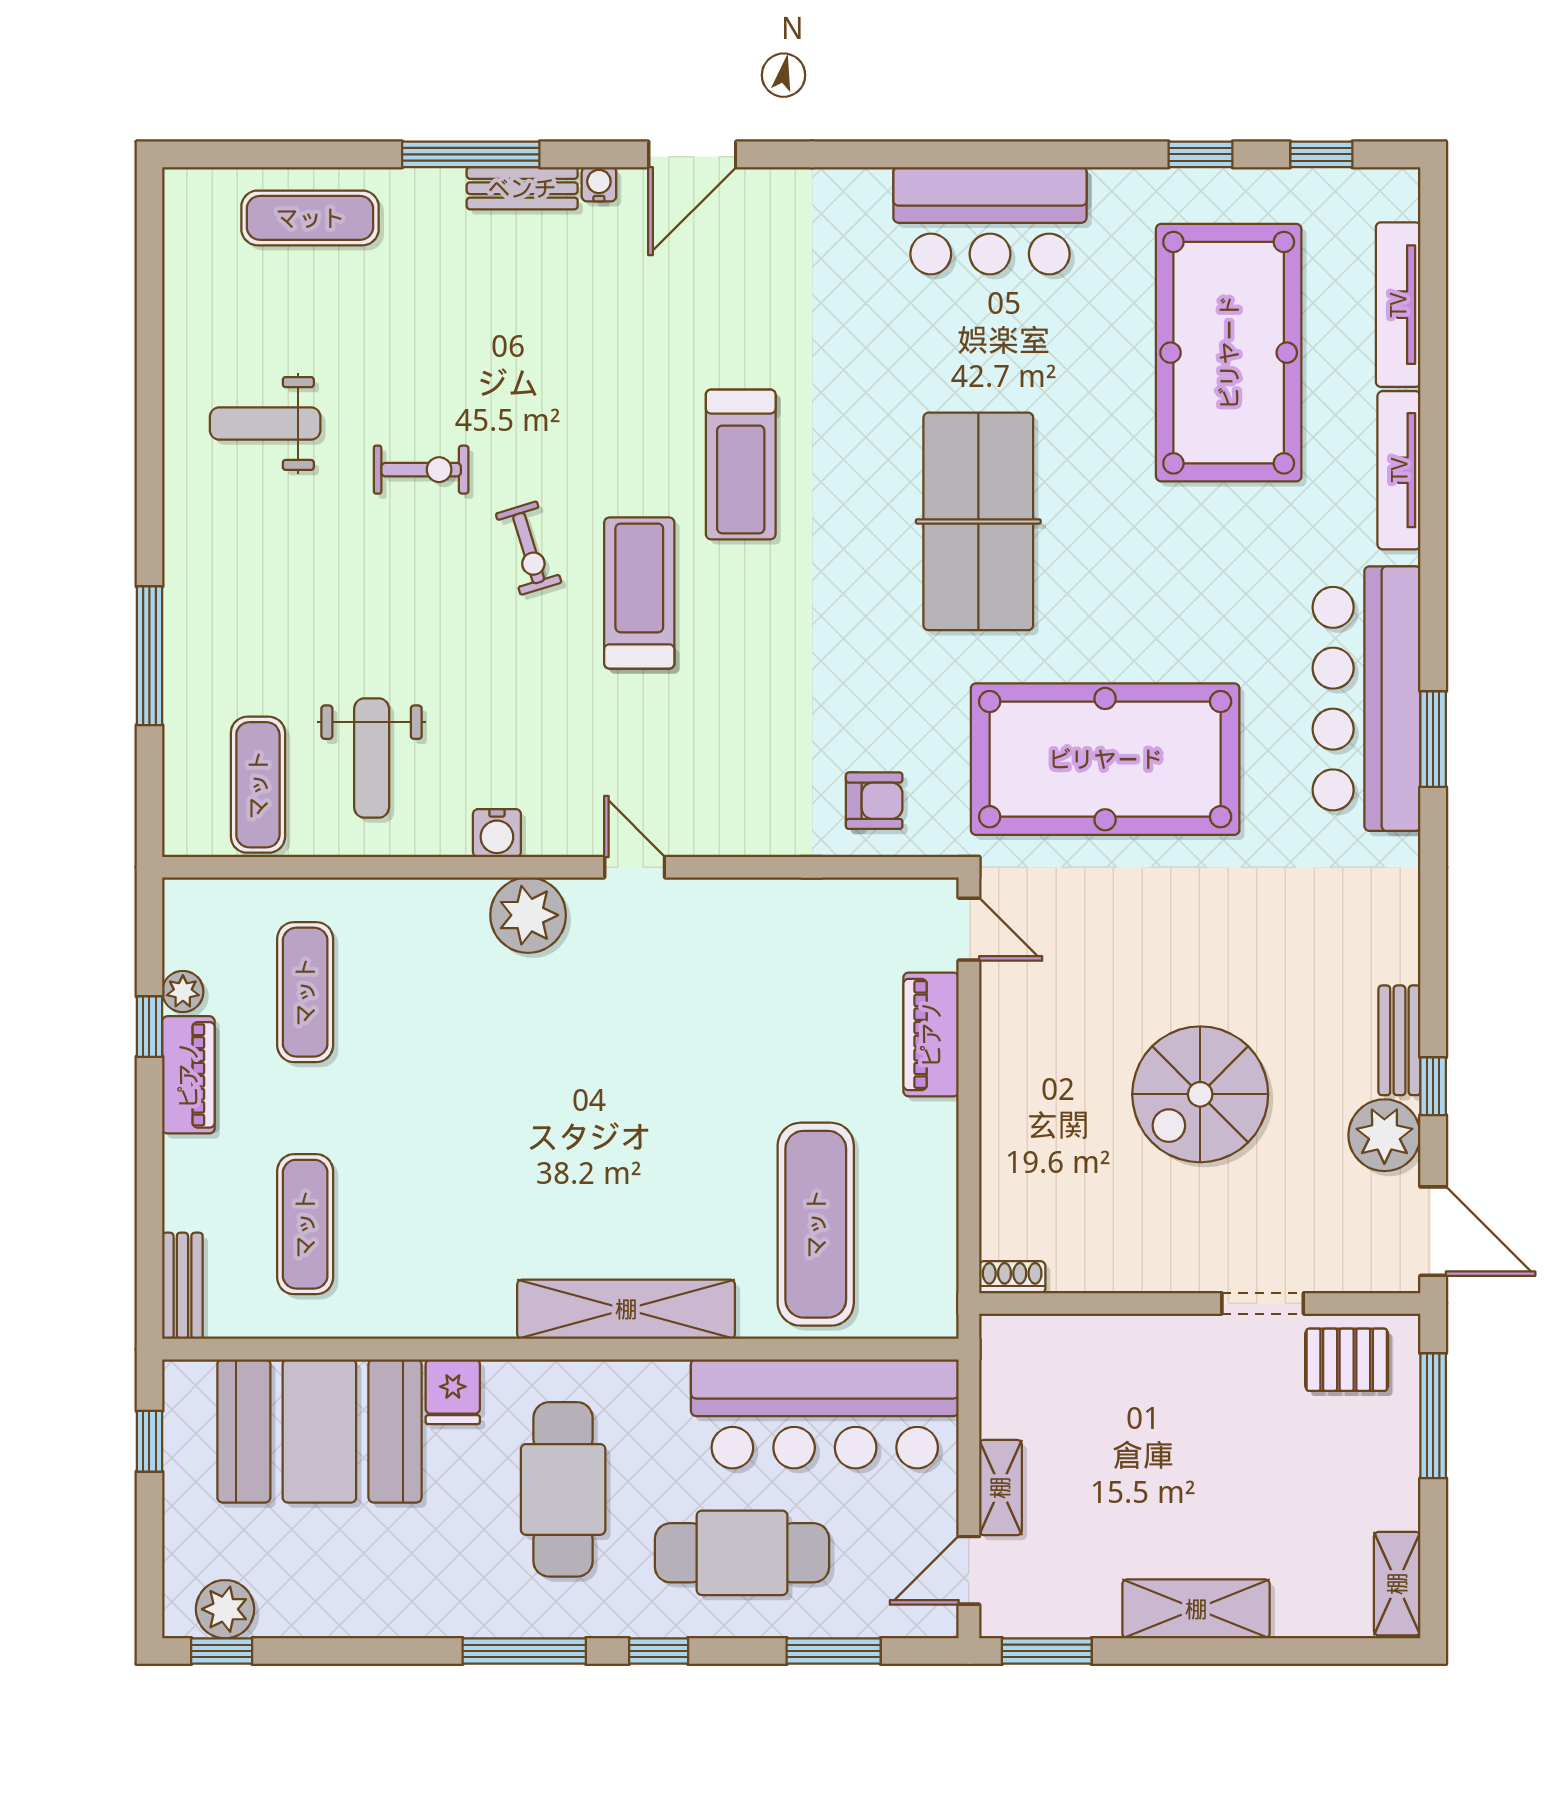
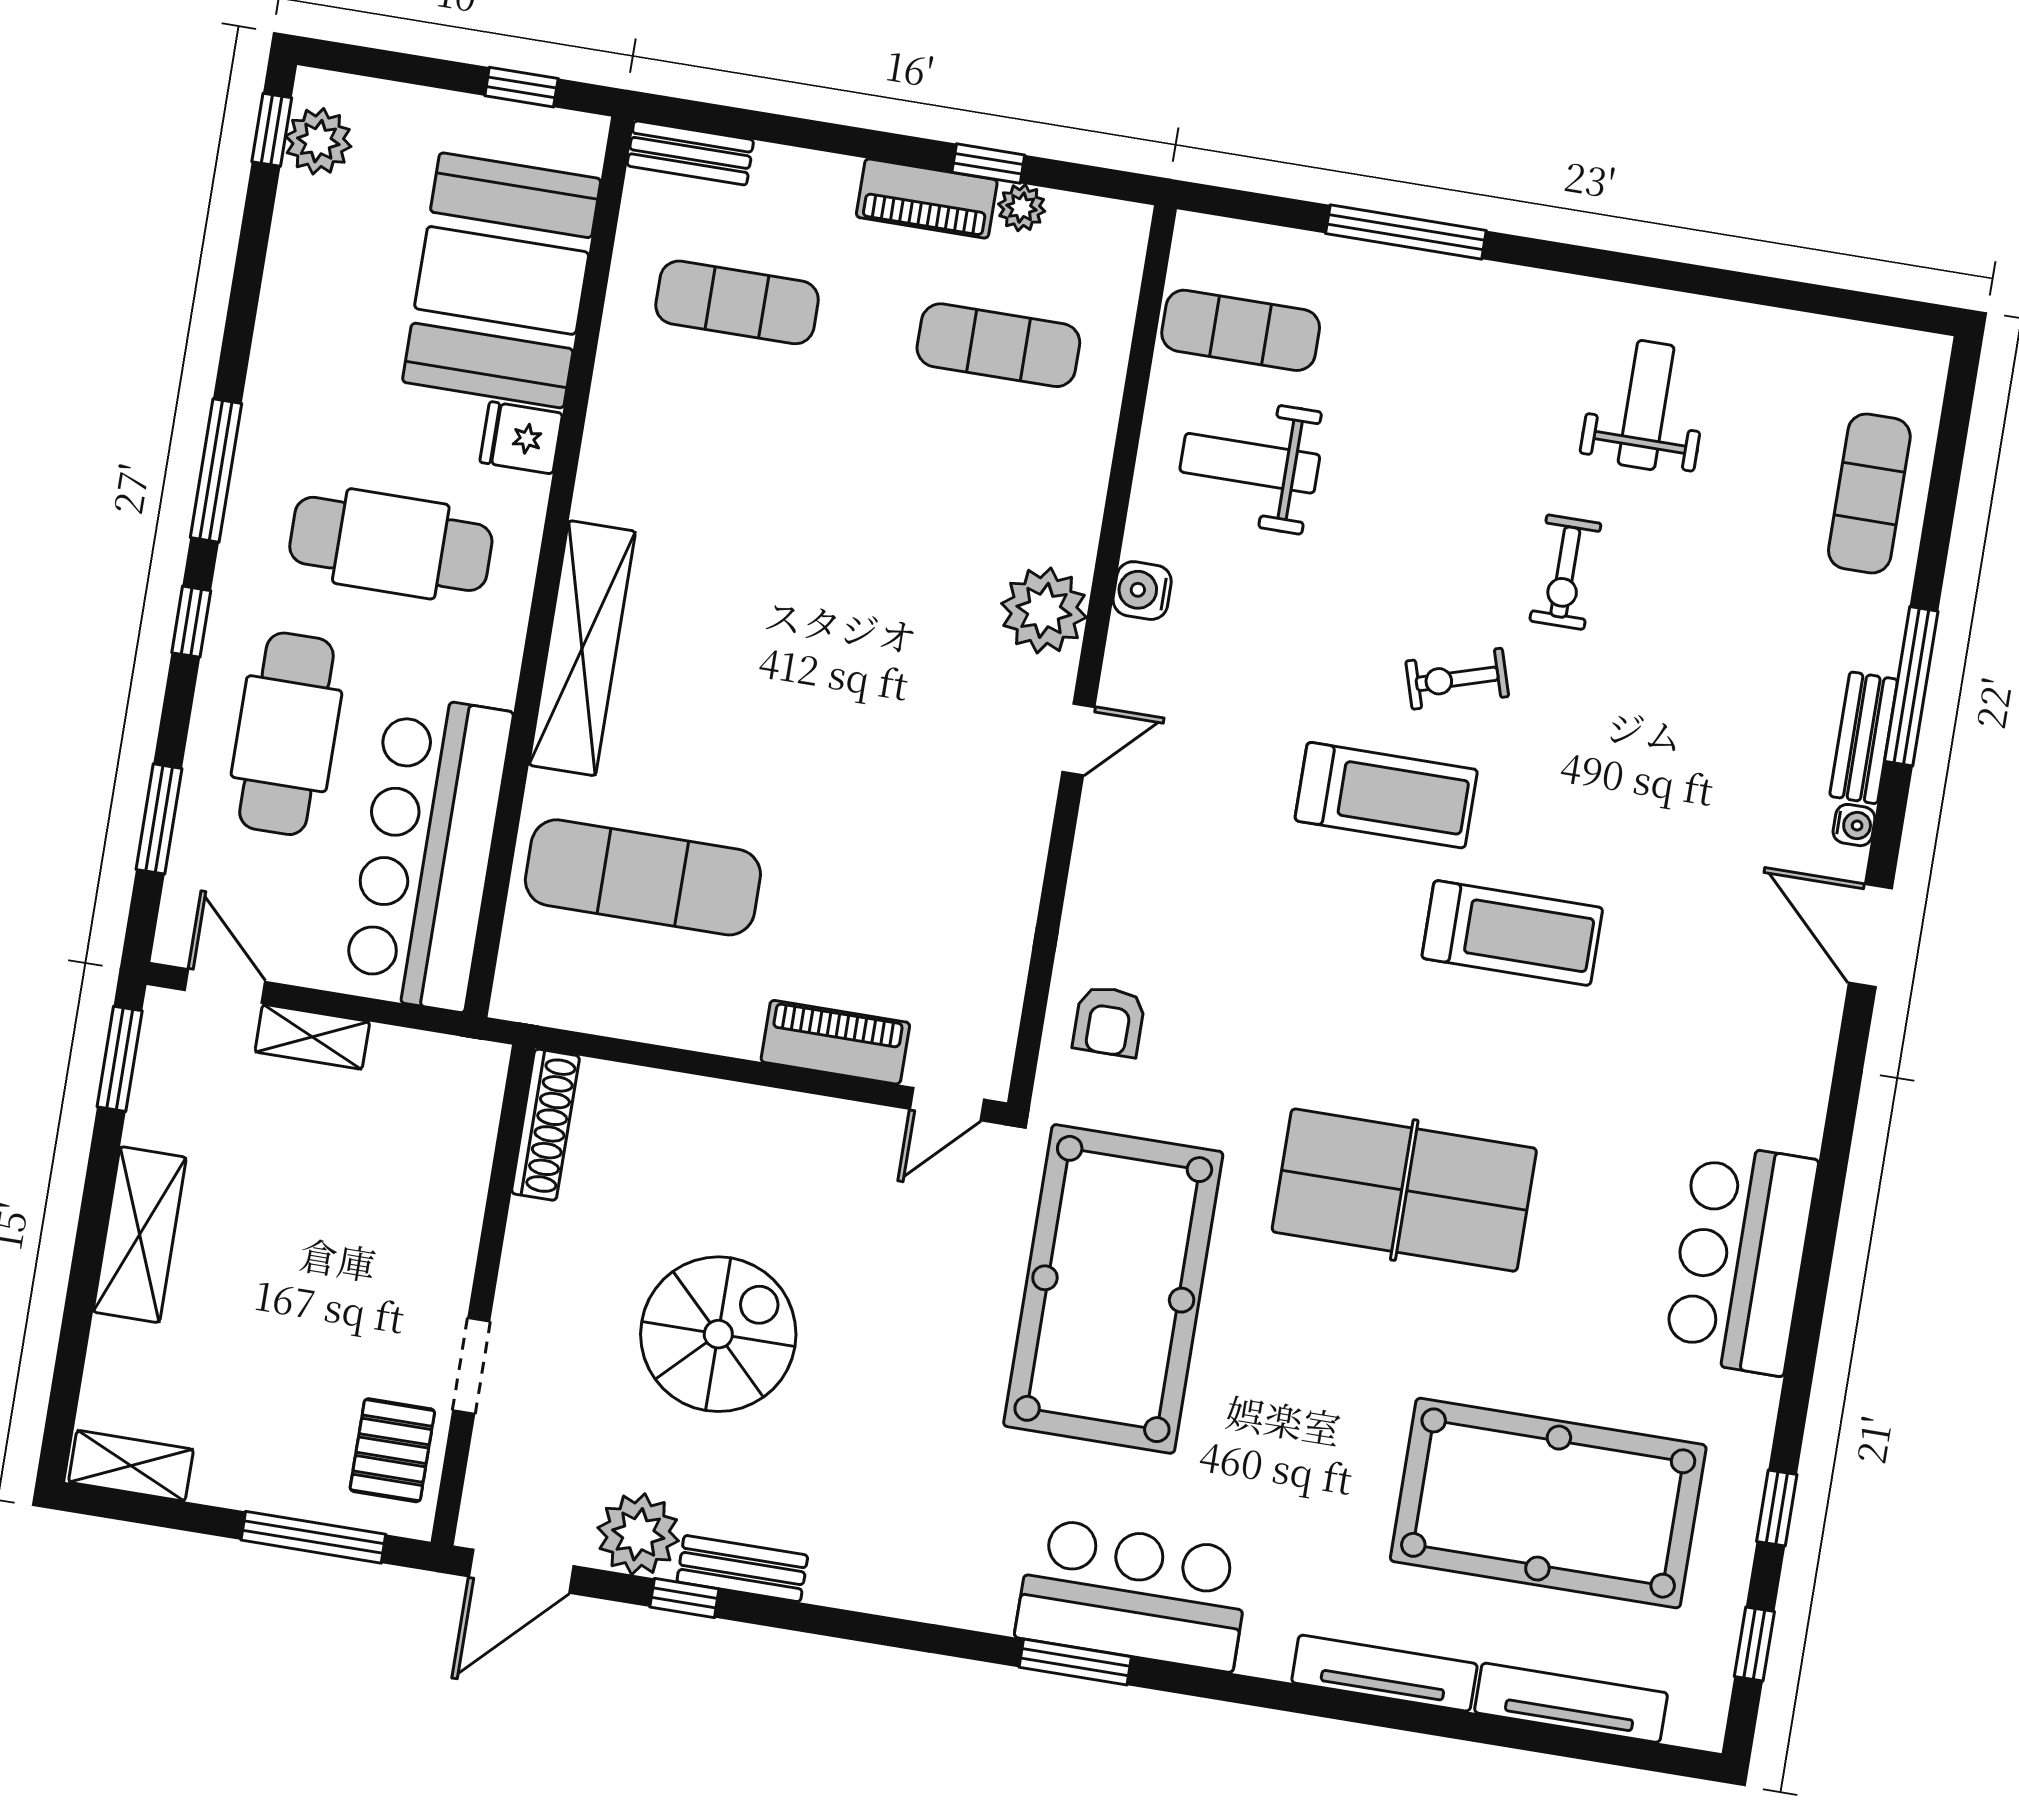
treadmill: (741, 464) -> (1512, 933), turned 180
bar counter: (1366, 699) -> (1133, 1594), width x0.73
spiral stairs: (1200, 1094) -> (718, 1334), turned 90
shoe rack: (1012, 1277) -> (545, 1125), width x1.94, depth x1.24

